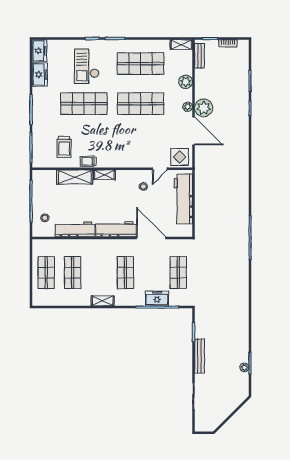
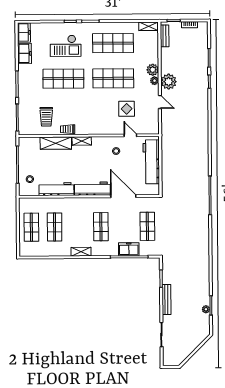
checkout: (87, 66) -> (66, 46), turned -90
plant: (186, 82) -> (153, 70), moved
door: (194, 131) -> (160, 102), width x0.53
display table: (180, 157) -> (127, 109), moved
door: (160, 169) -> (130, 135), swing flipped

